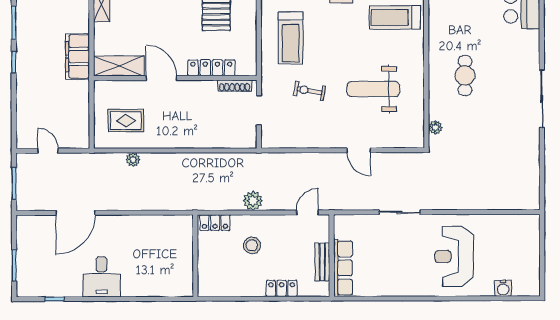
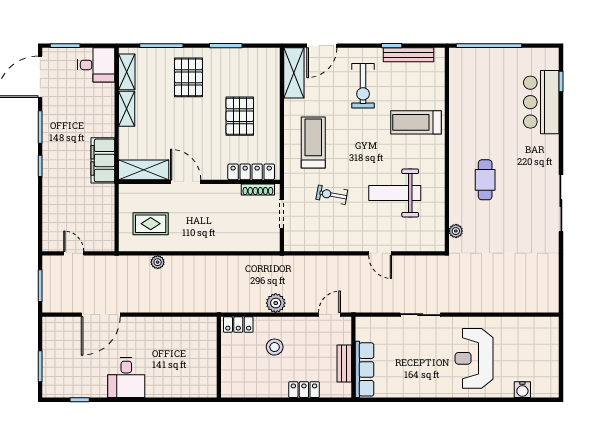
treadmill: (291, 38) -> (313, 142), turned 180
locker: (211, 68) -> (251, 172), moved

